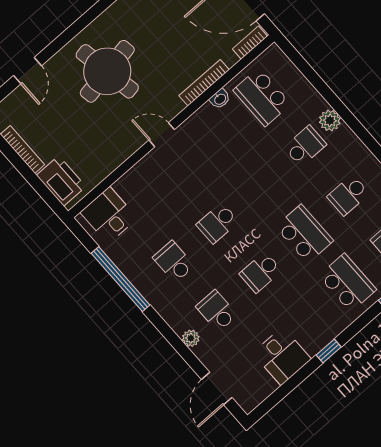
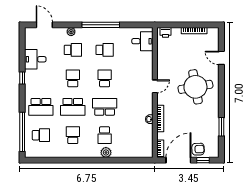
school desk: (262, 97) -> (105, 107), moved
printer: (61, 181) -> (166, 32), width x0.53, depth x0.68
window: (121, 279) -> (101, 25), moved

